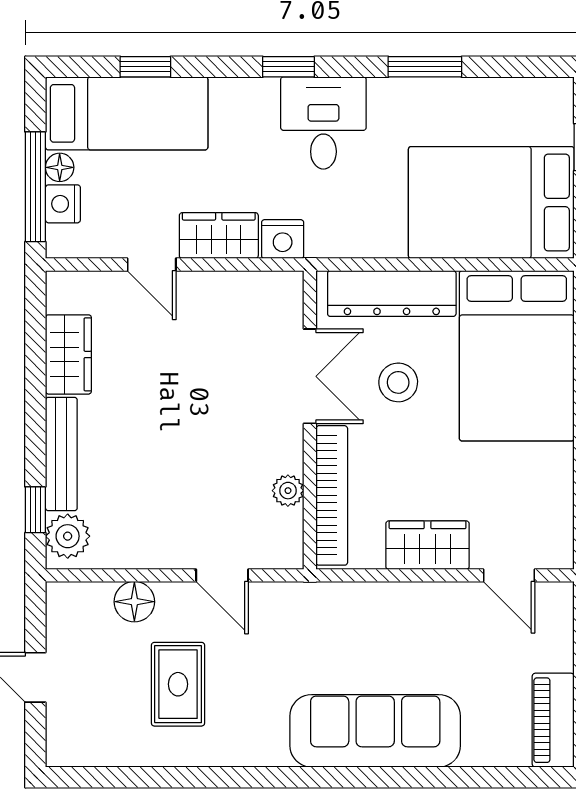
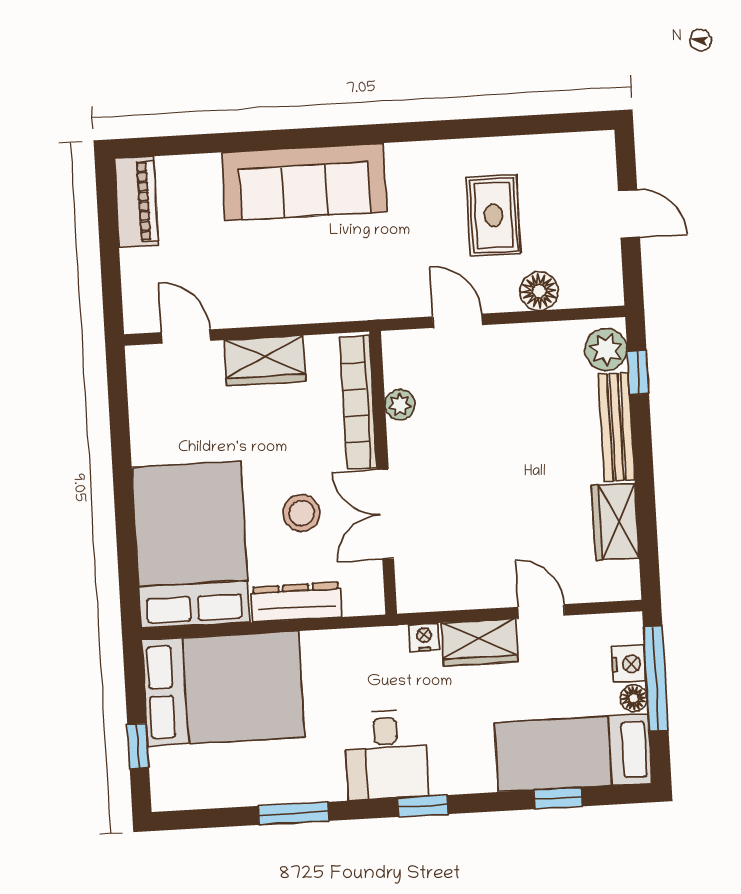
nightstand: (283, 239) -> (424, 637), width x0.72, depth x0.74
dresser: (392, 294) -> (296, 602), width x0.73, depth x0.80

